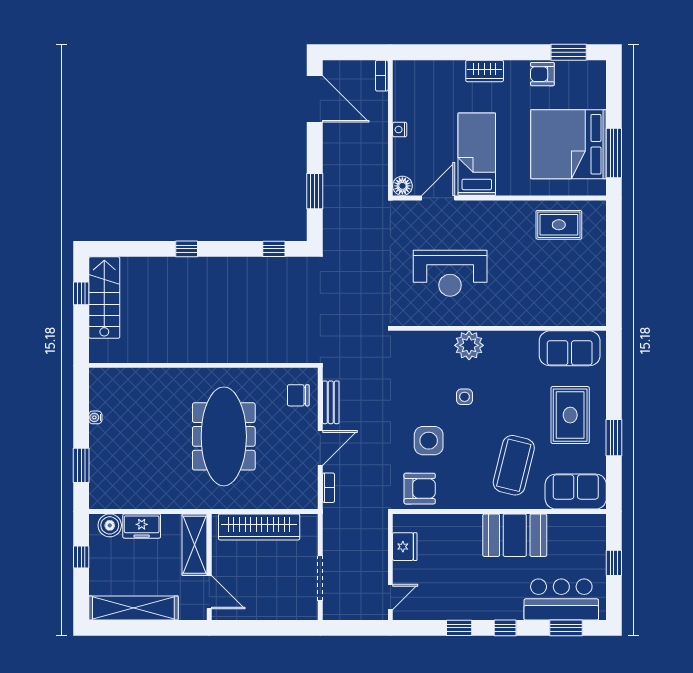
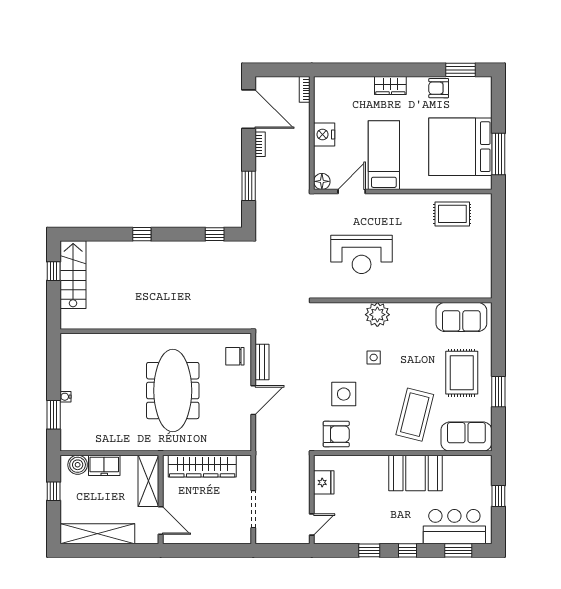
nightstand: (400, 130) -> (324, 134), width x1.89, depth x1.79
water cooler: (95, 417) -> (66, 397), moved
bookcase: (329, 488) -> (260, 144), moved

